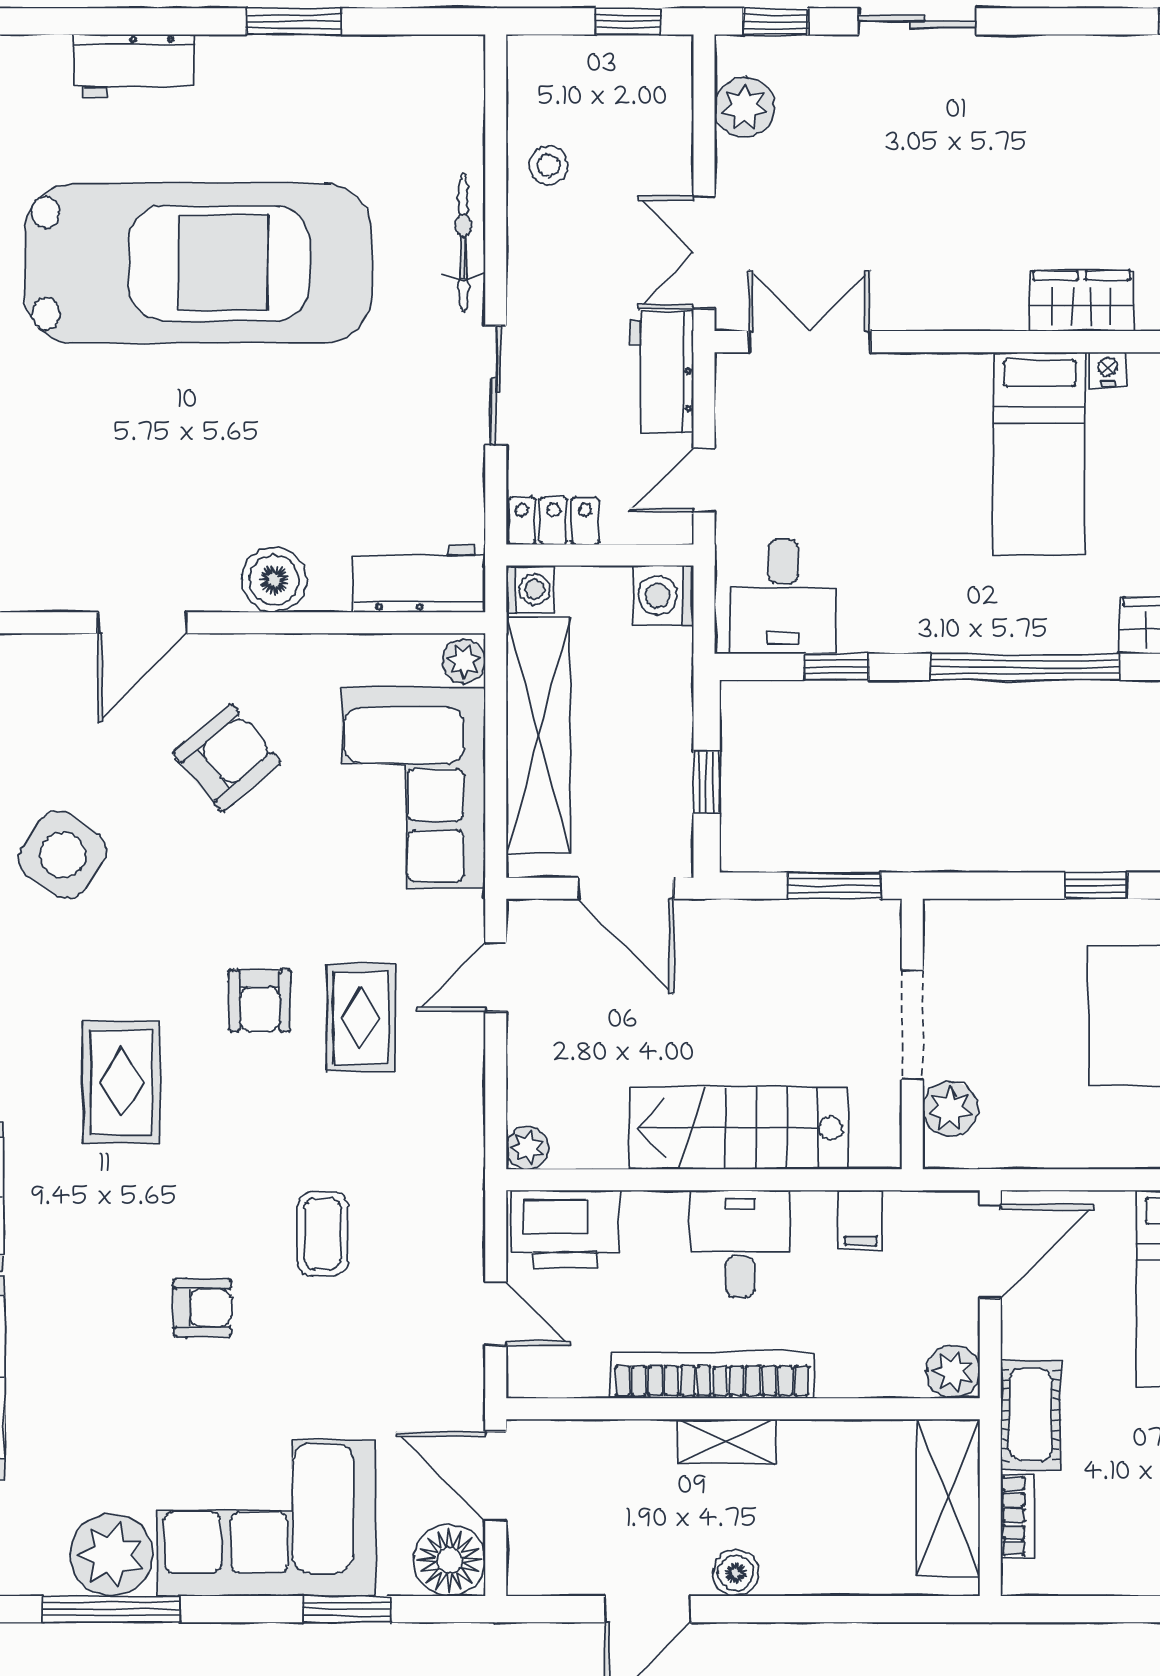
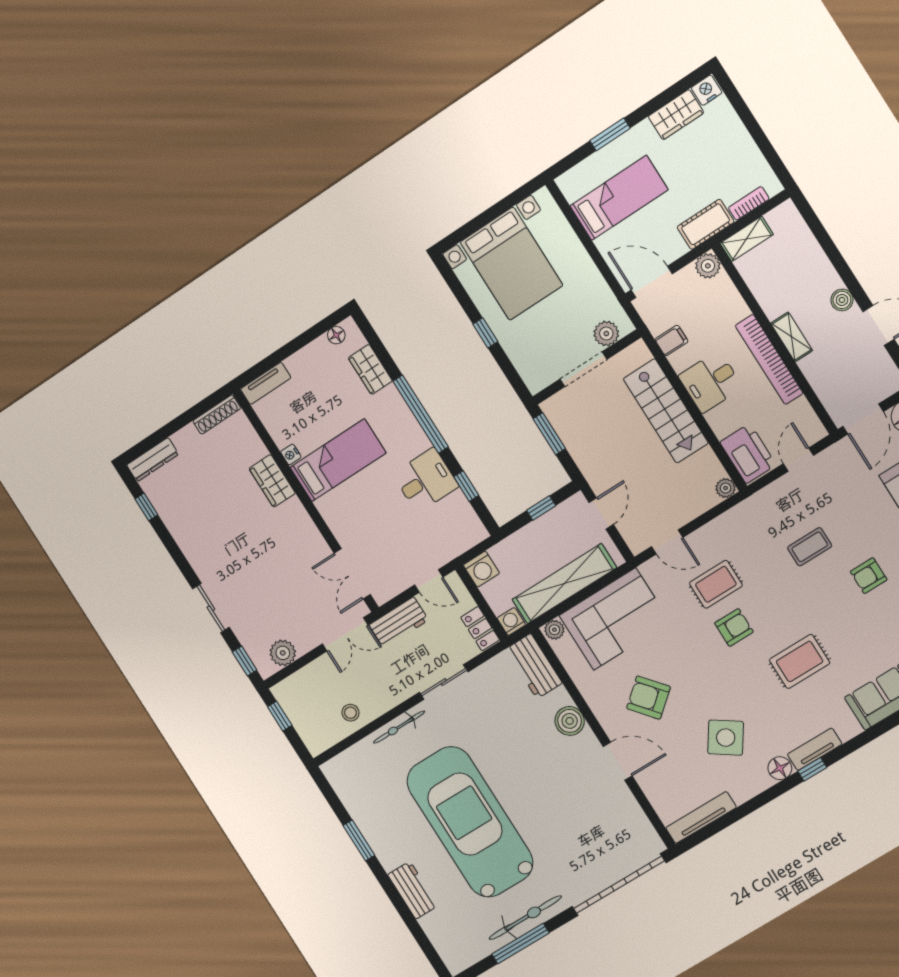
desk: (783, 597) -> (426, 480), moved
door: (626, 888) -> (601, 513), width x0.73
armchair: (202, 1308) -> (869, 576), turned -90
shelving: (948, 1498) -> (747, 239), width x0.67, depth x0.75

